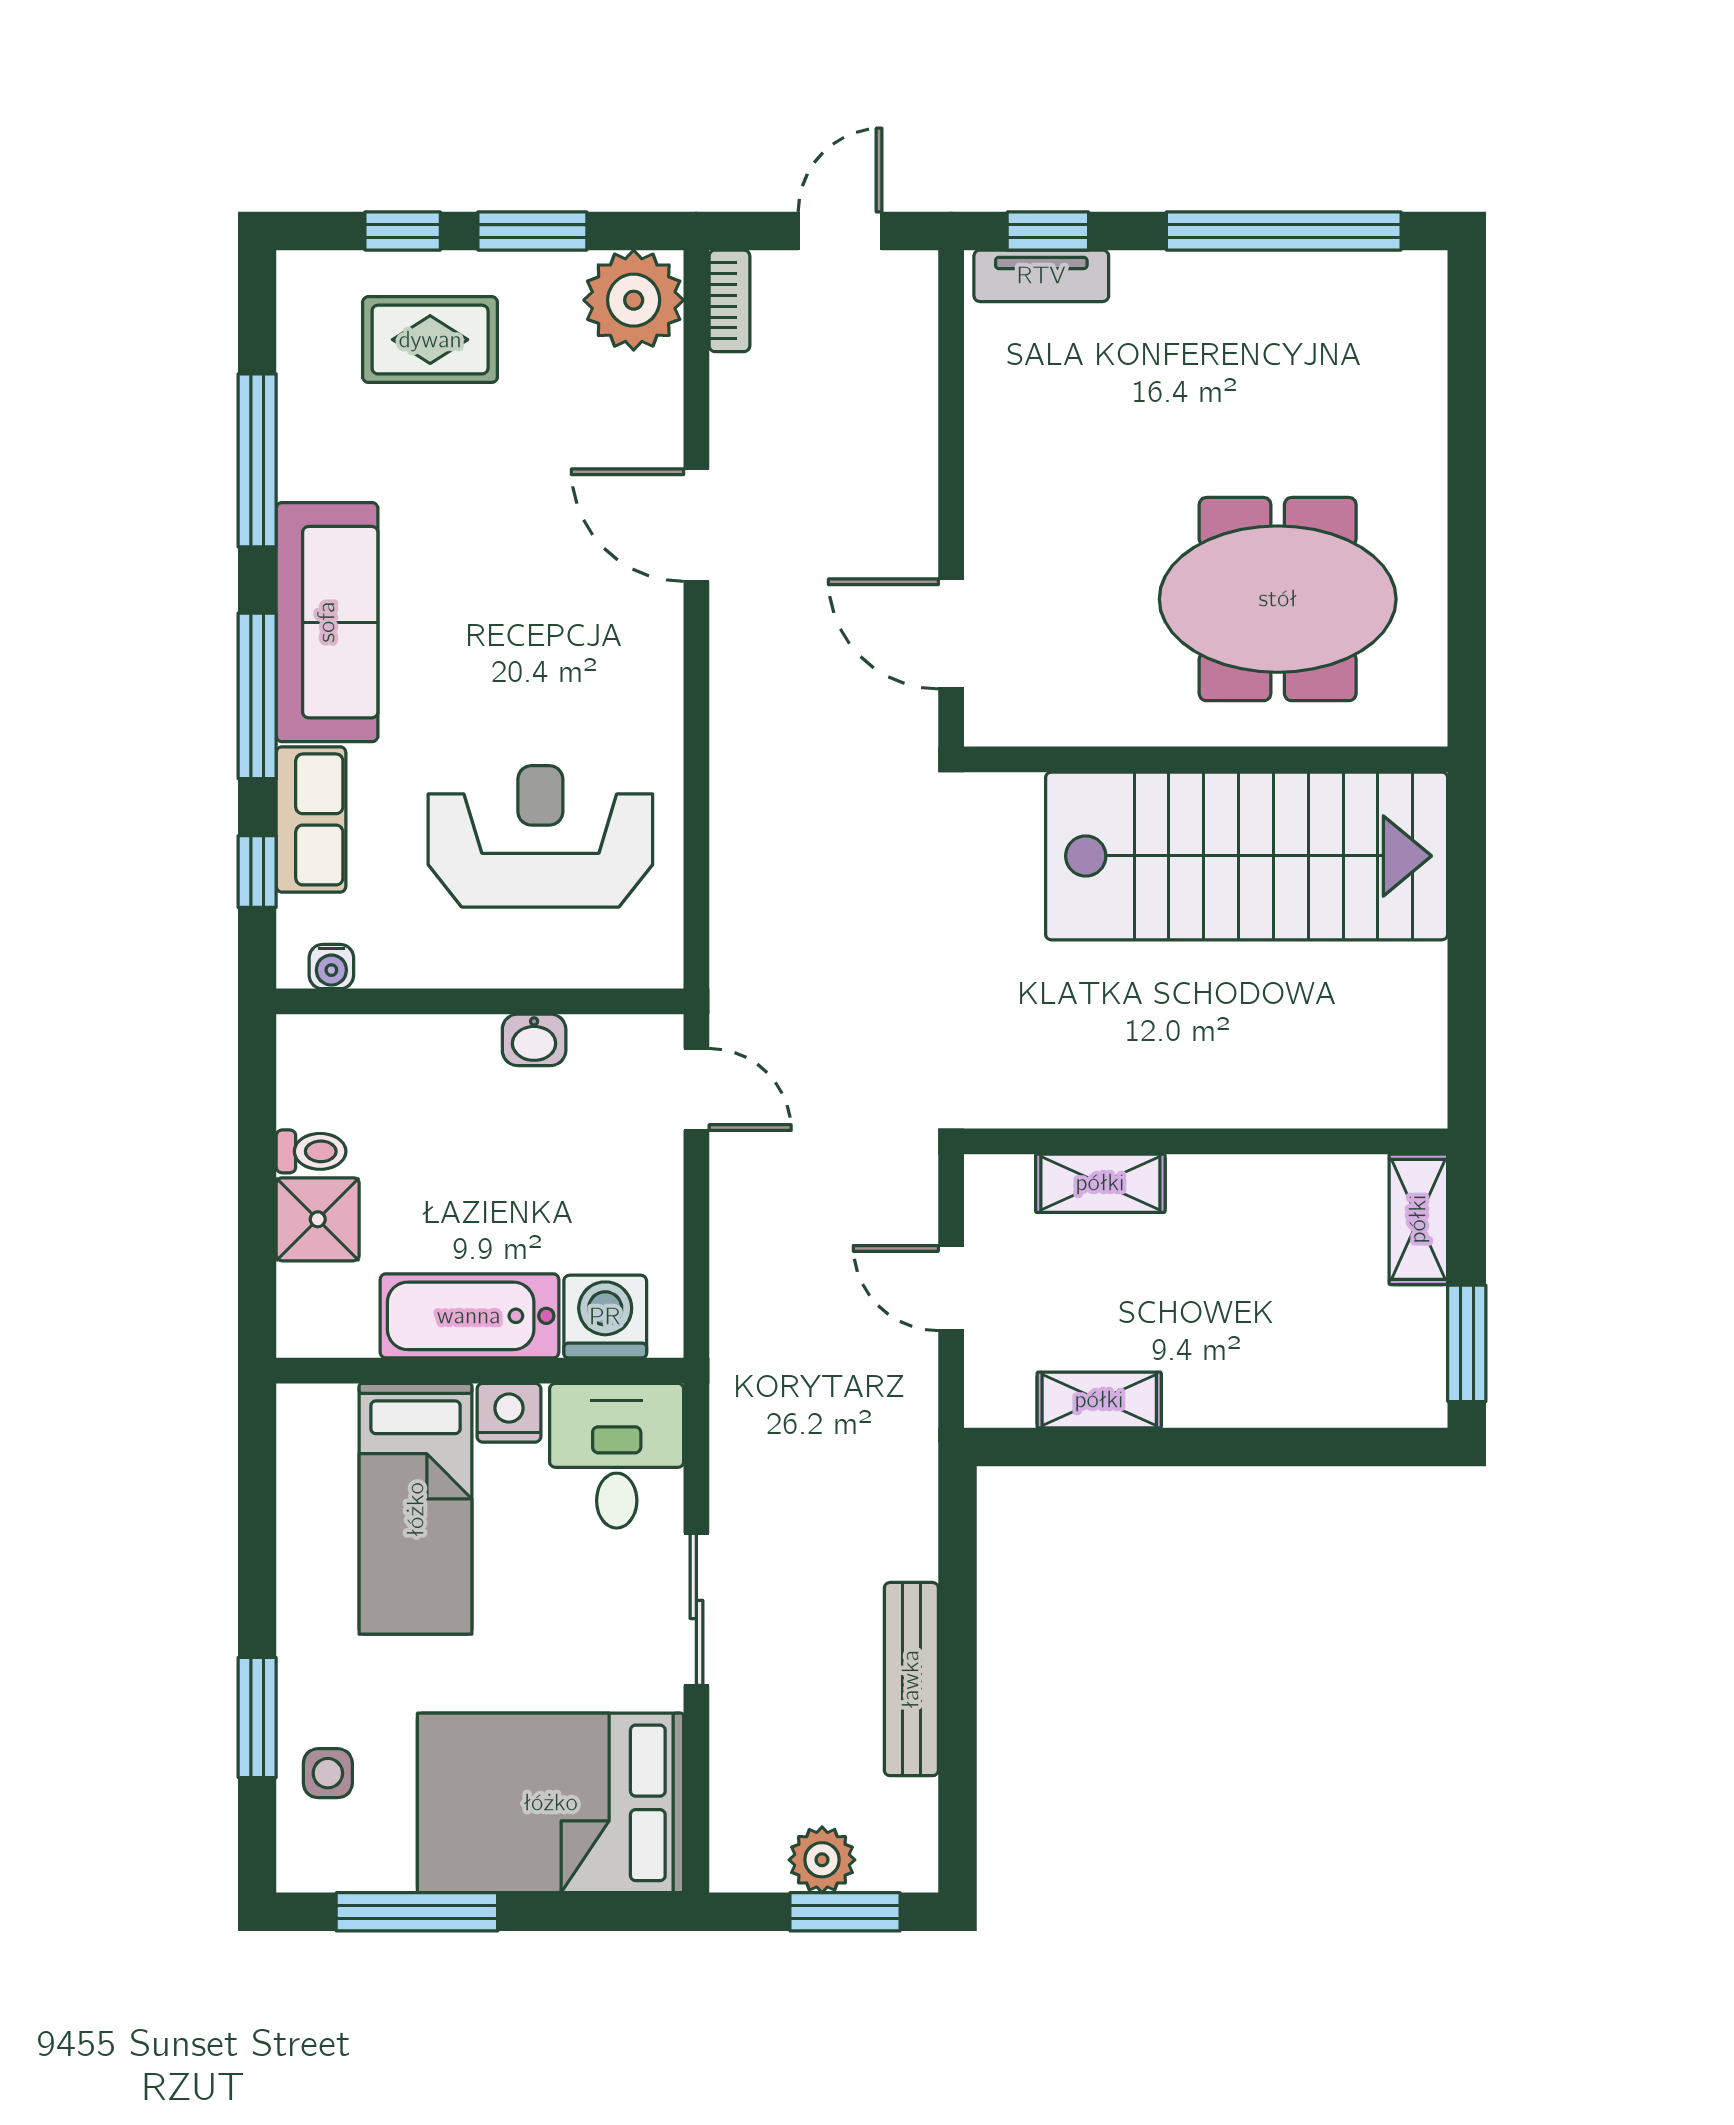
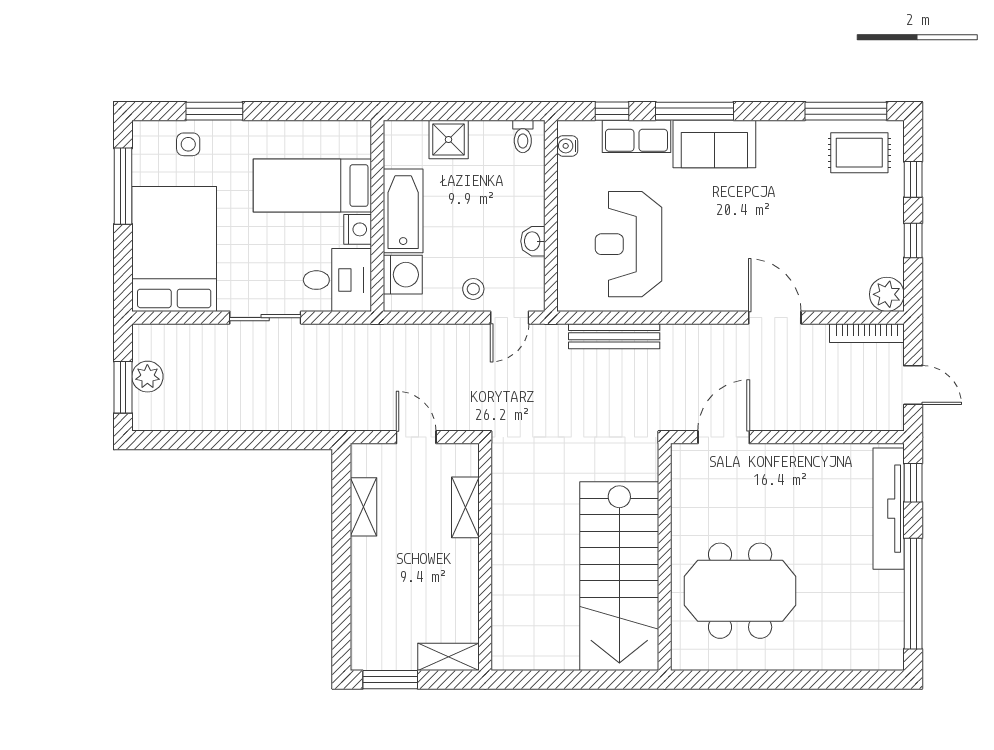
window: (532, 231) -> (913, 240), width x0.67
tv unit: (1041, 276) -> (889, 509), width x1.92, depth x1.29
plant: (634, 300) -> (887, 294), width x0.73, depth x0.73
bookcase: (729, 301) -> (867, 333), width x1.56
rug: (430, 340) -> (859, 153), moved, turned 90
window: (257, 460) -> (846, 111), moved
door: (696, 525) -> (775, 318), hinge flipped
meeting table: (1278, 599) -> (740, 591), turned 90
sofa: (327, 622) -> (714, 144), width x0.73
reception desk: (540, 836) -> (629, 244), turned 180
toilet: (311, 1151) -> (523, 136), moved
stool: (636, 1167) -> (473, 289), added
door: (951, 1288) -> (416, 437), hinge flipped
bench: (911, 1679) -> (614, 336), moved

